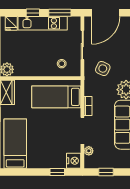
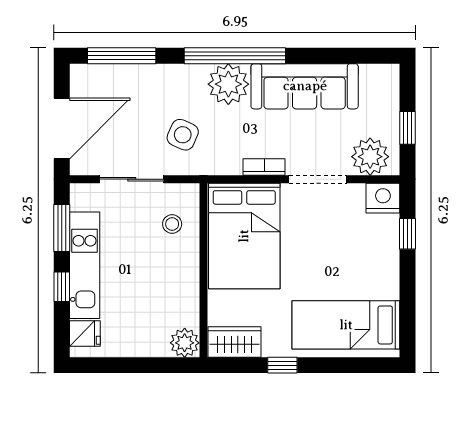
door: (106, 13) -> (62, 128), hinge flipped
bed: (56, 97) -> (244, 236), width x1.50
plant: (89, 151) -> (370, 157), width x1.87, depth x1.87

